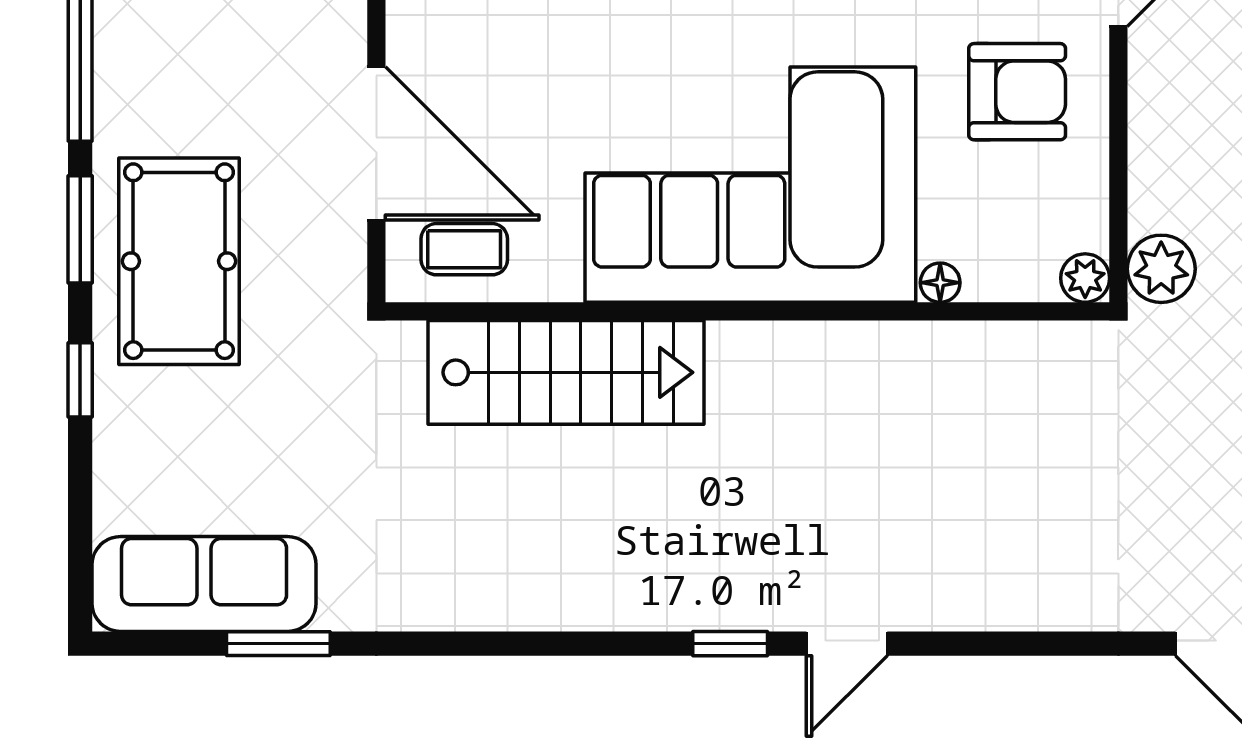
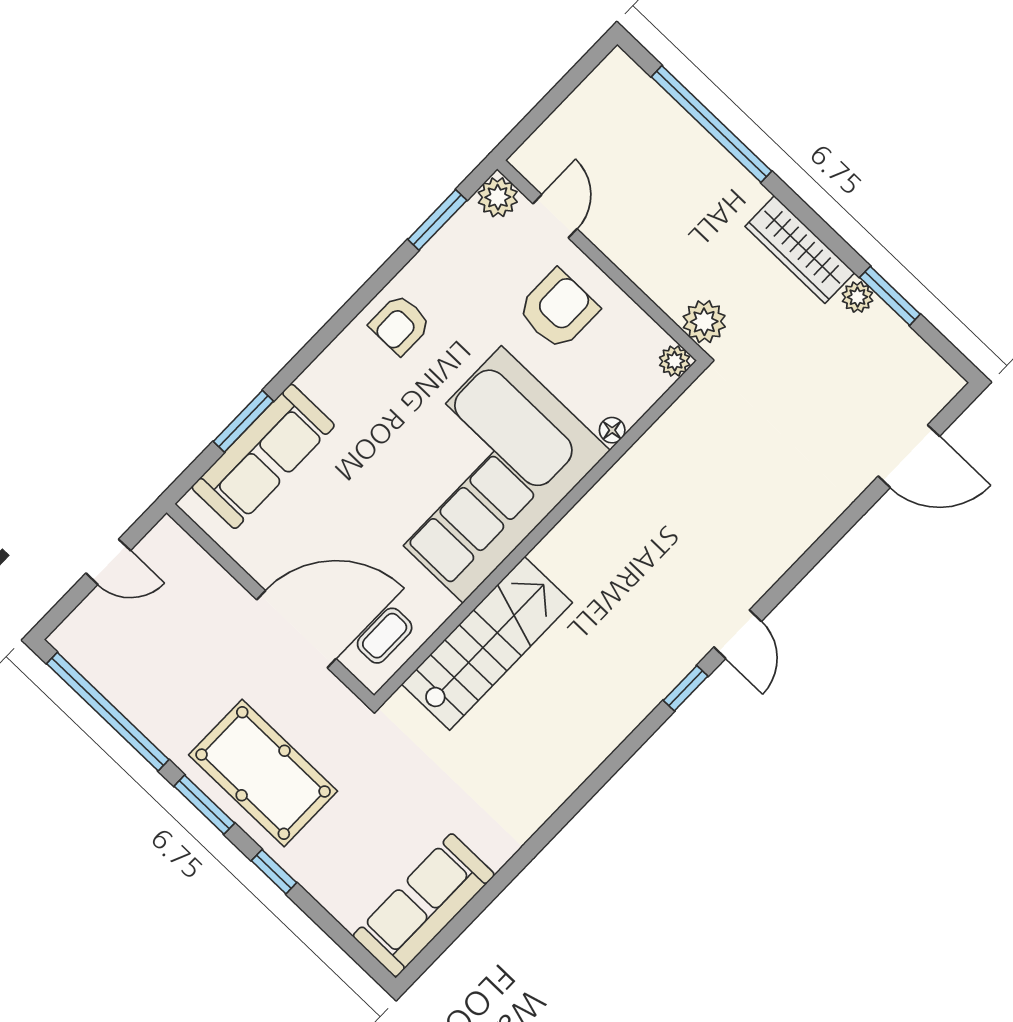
window: (278, 644) -> (484, 897), removed

